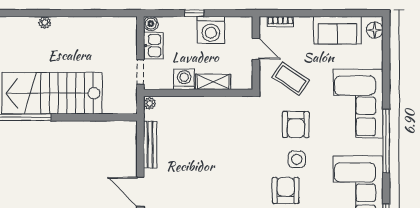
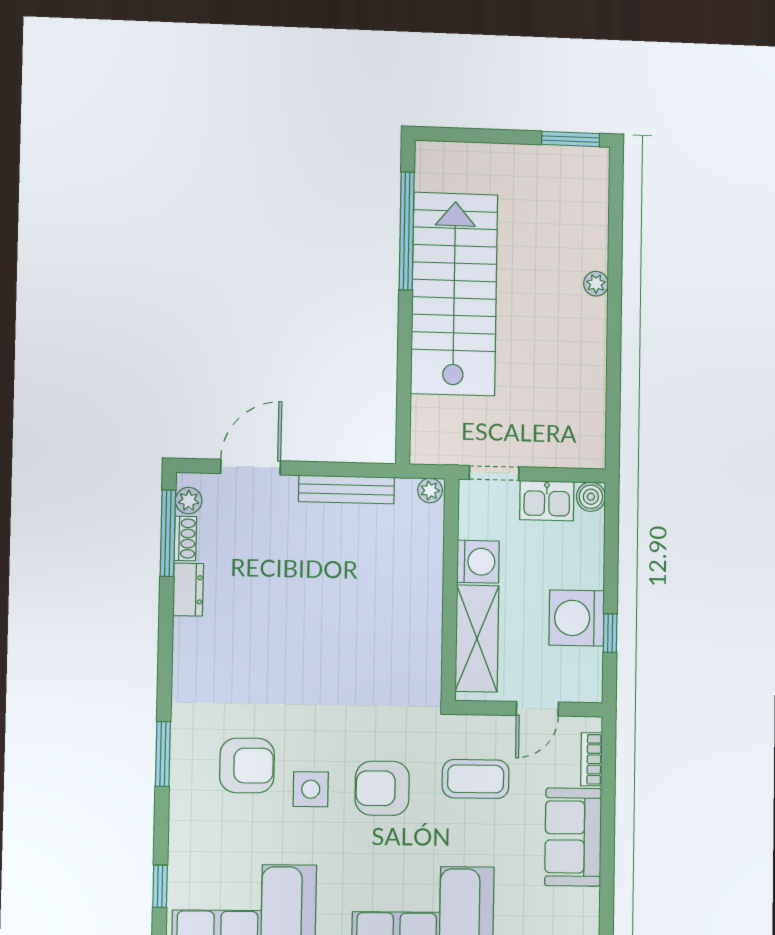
window: (194, 13) -> (610, 633), moved
sofa: (337, 30) -> (573, 837), moved
coffee table: (291, 79) -> (476, 779), turned 56
shelving: (213, 82) -> (477, 638), width x1.50, depth x1.33

